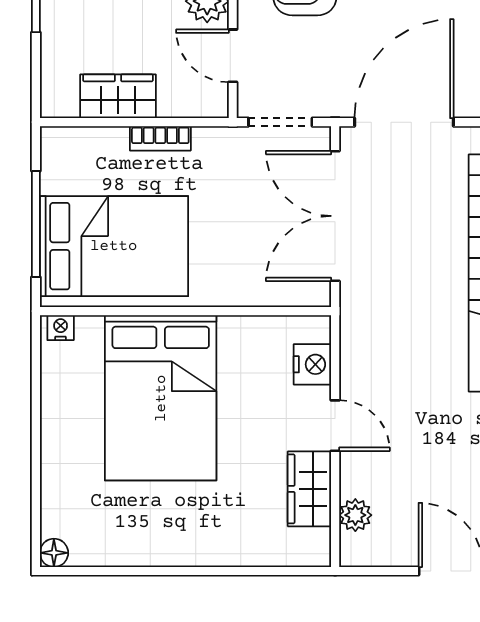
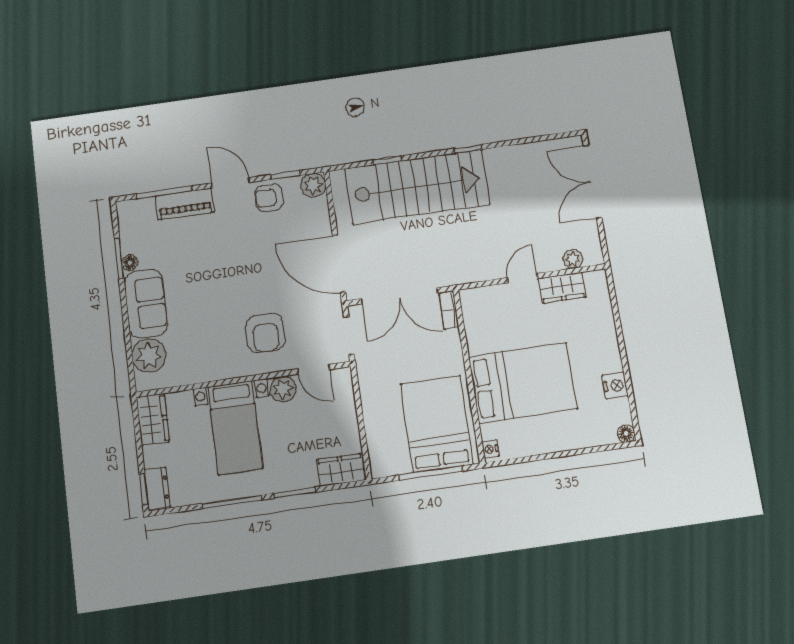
door: (233, 56) -> (314, 369), hinge flipped
wardrobe: (118, 96) -> (341, 470), moved, turned 90
bookcase: (160, 138) -> (449, 311), moved, turned 180
nightstand: (312, 364) -> (615, 385), moved, turned 90

